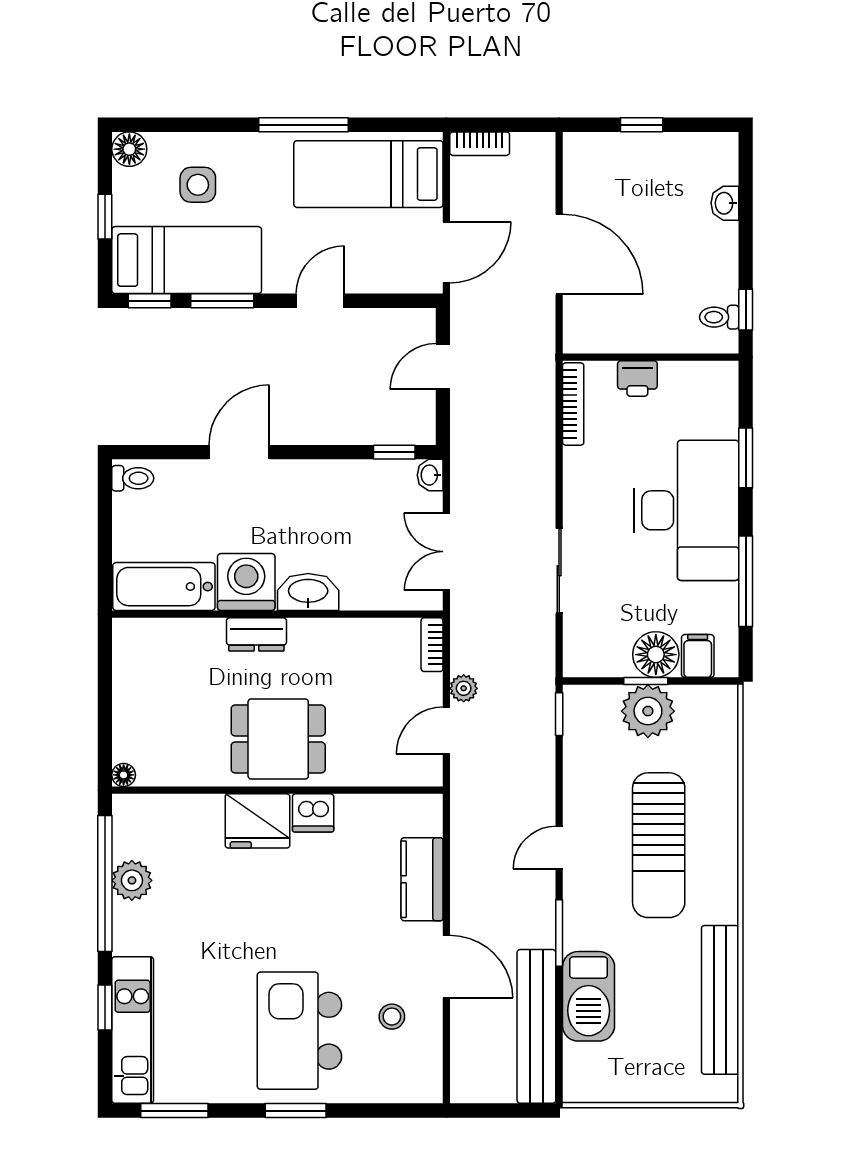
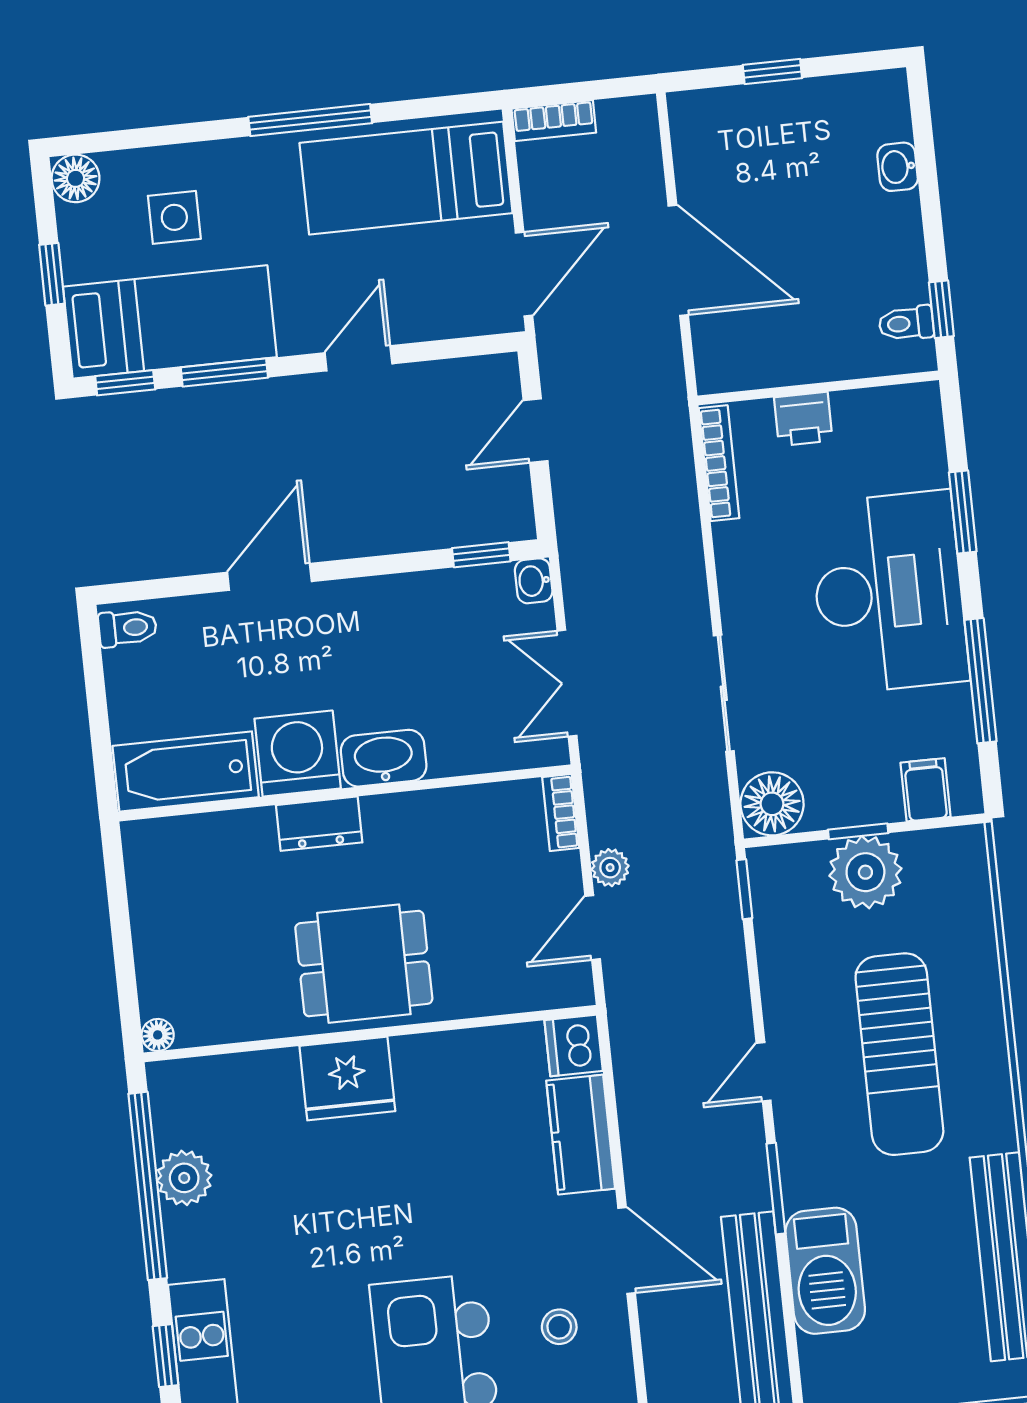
floor lamp: (656, 655) -> (772, 804), moved
dishwasher: (313, 813) -> (574, 1045), moved, turned 90

